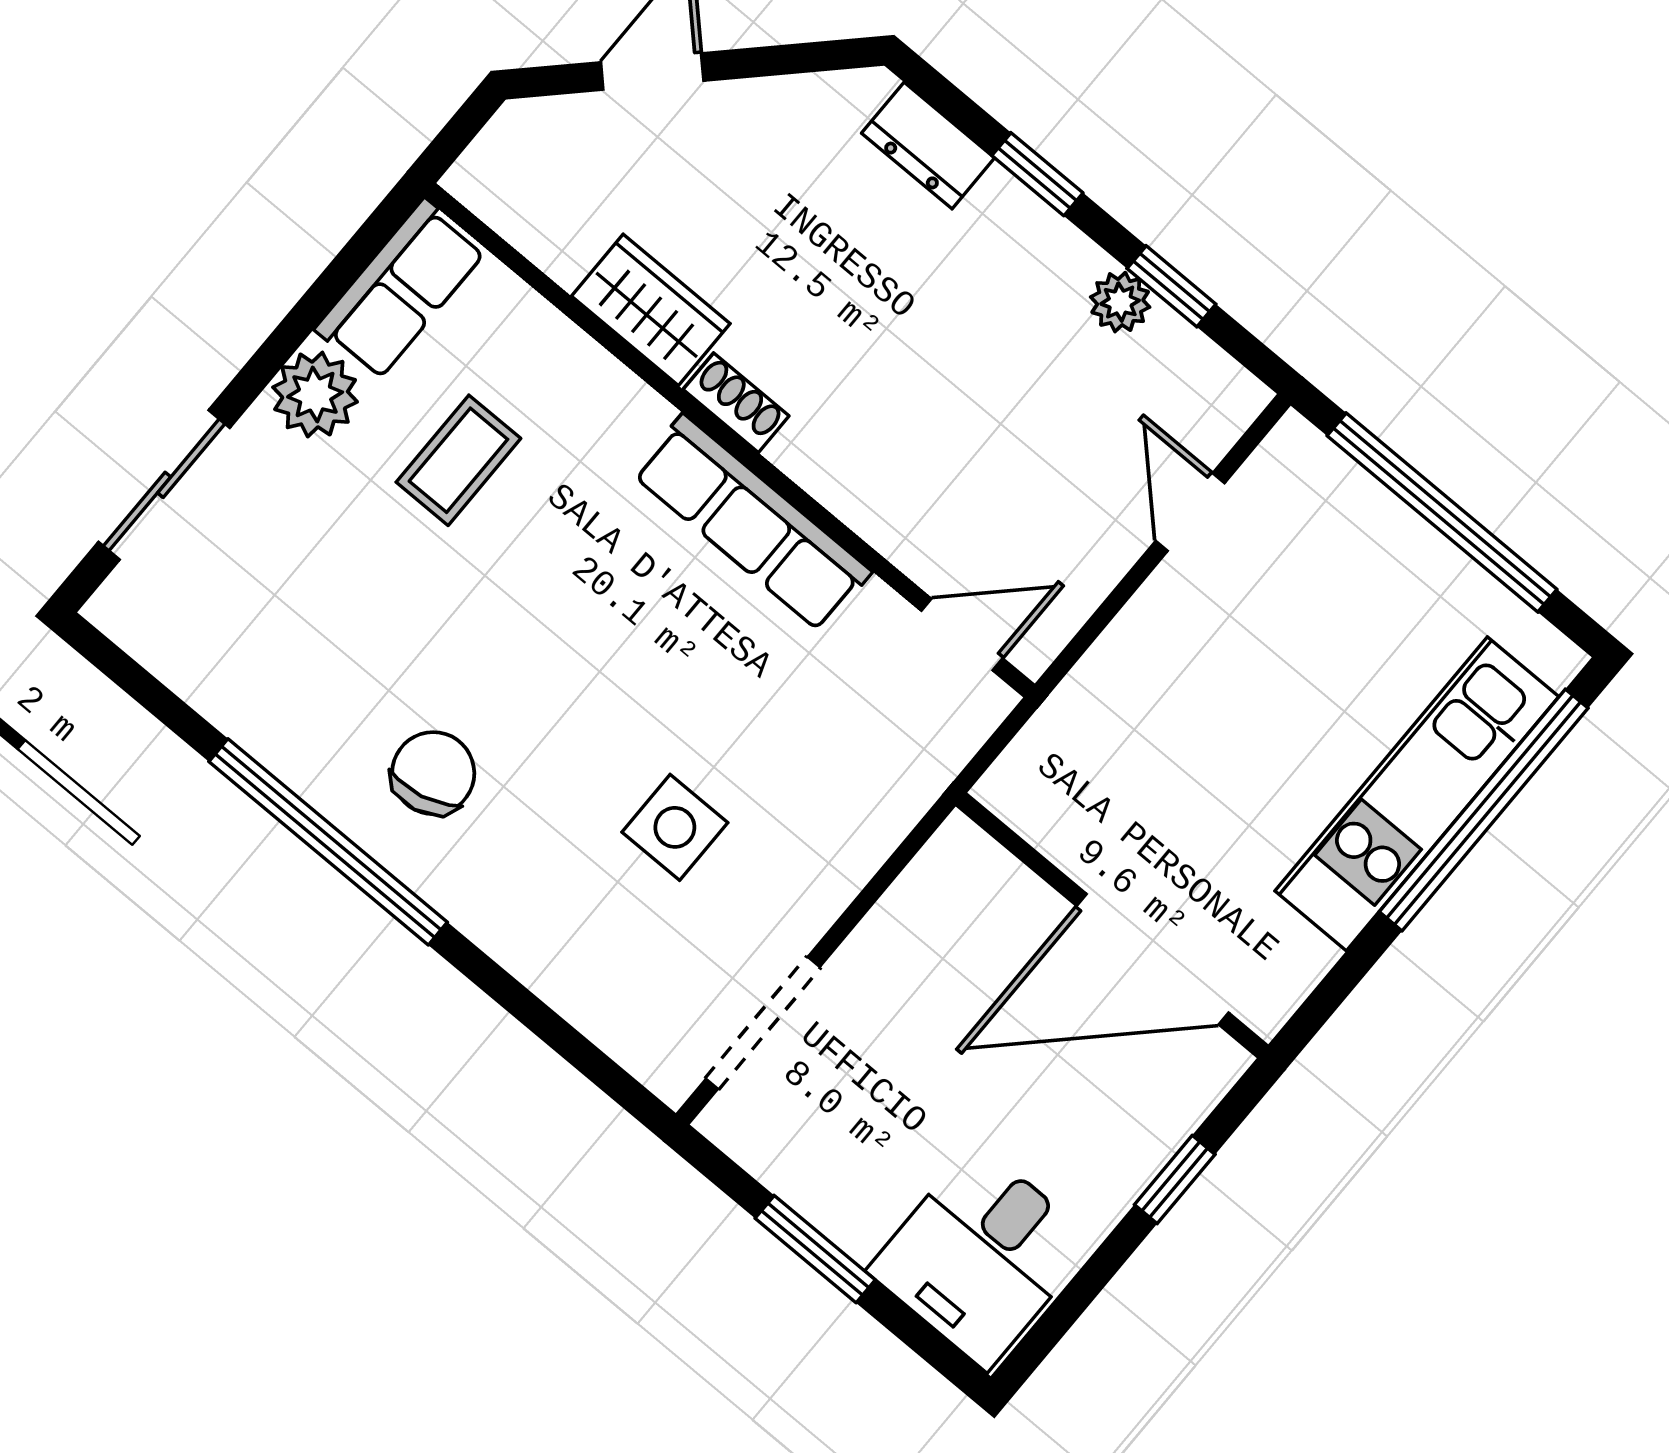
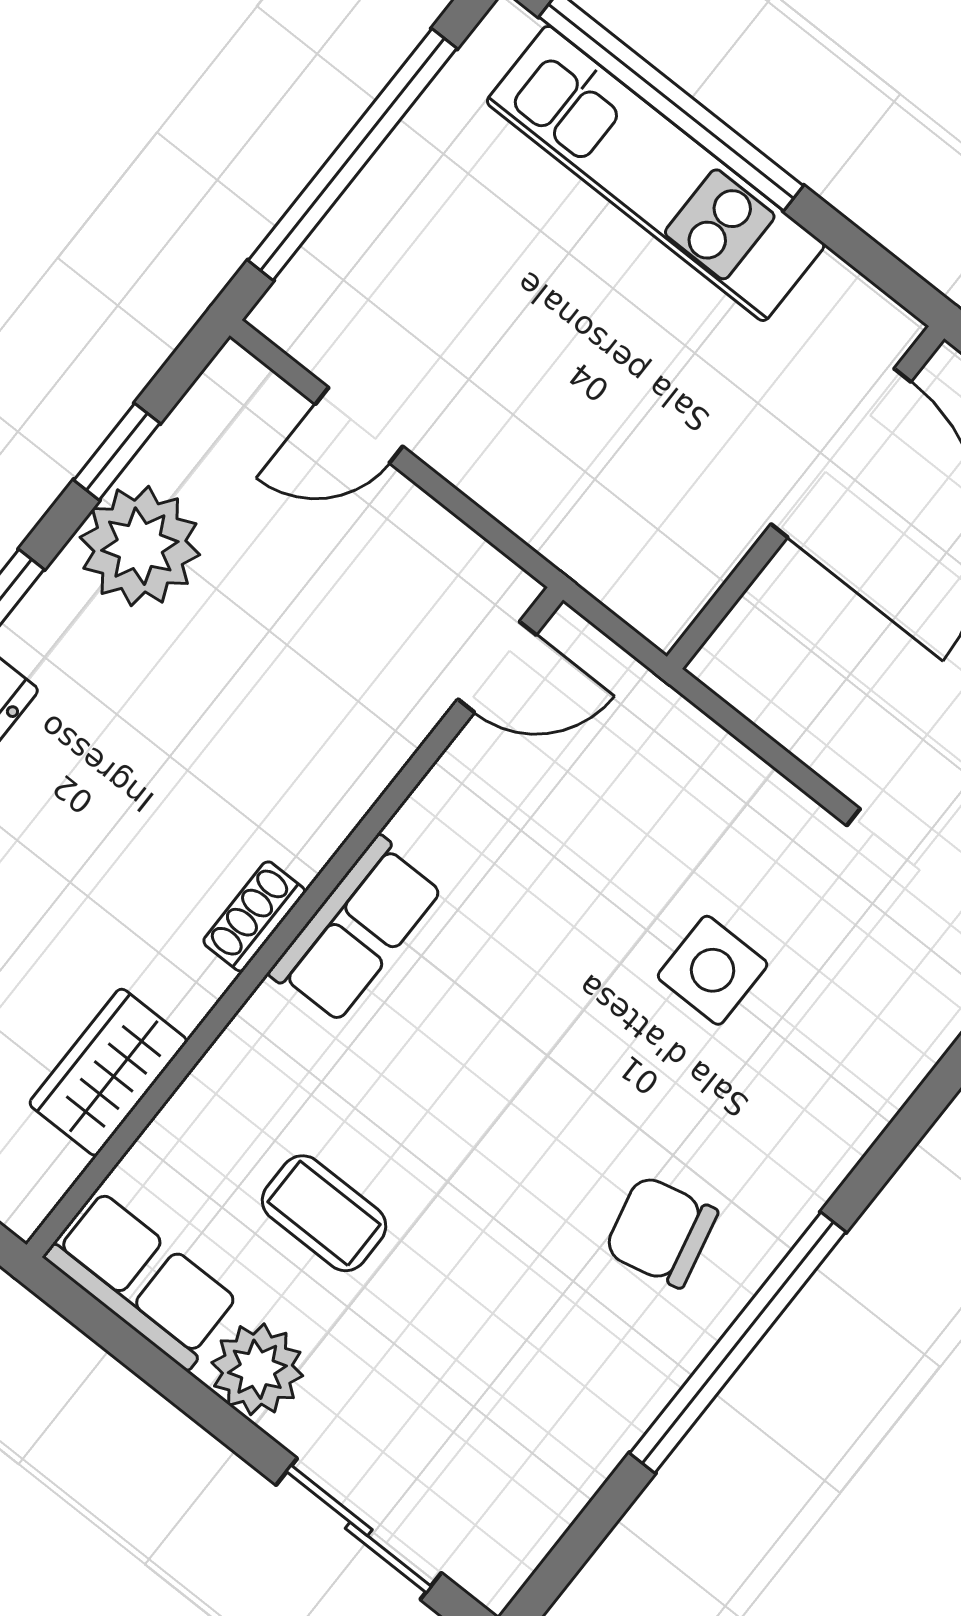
plant: (1120, 302) -> (140, 546), width x1.88, depth x1.88
wardrobe: (651, 310) -> (108, 1072), moved
row of seats: (752, 523) -> (356, 930), width x0.68
door: (962, 634) -> (497, 667), swing flipped

